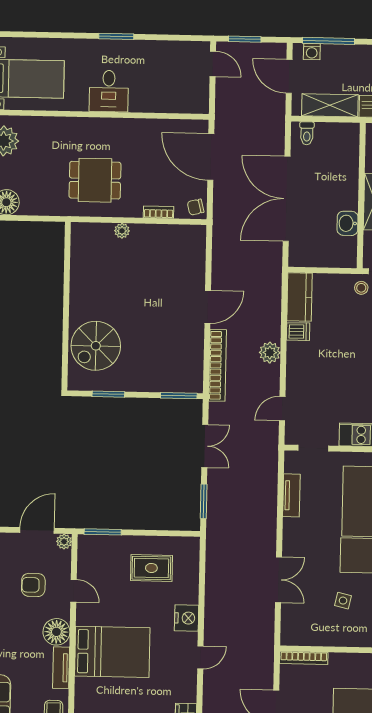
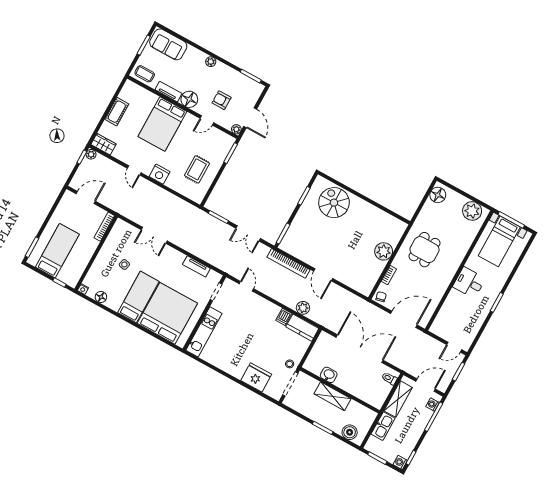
plant: (122, 231) -> (384, 251), width x1.88, depth x1.88
plant: (270, 353) -> (303, 308), moved
armchair: (33, 585) -> (222, 100), turned -90

